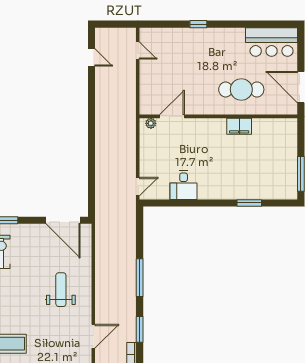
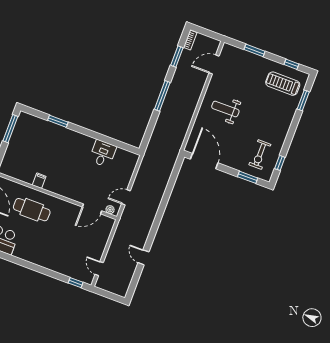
window: (198, 24) -> (76, 283), moved
door: (91, 57) -> (143, 257), moved
filing cabinet: (239, 126) -> (39, 181), width x0.50
door: (138, 187) -> (126, 197), moved
weight bench: (61, 290) -> (225, 109), turned 90

